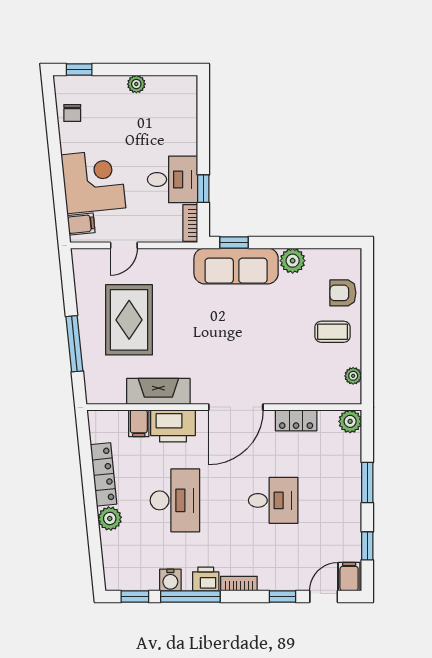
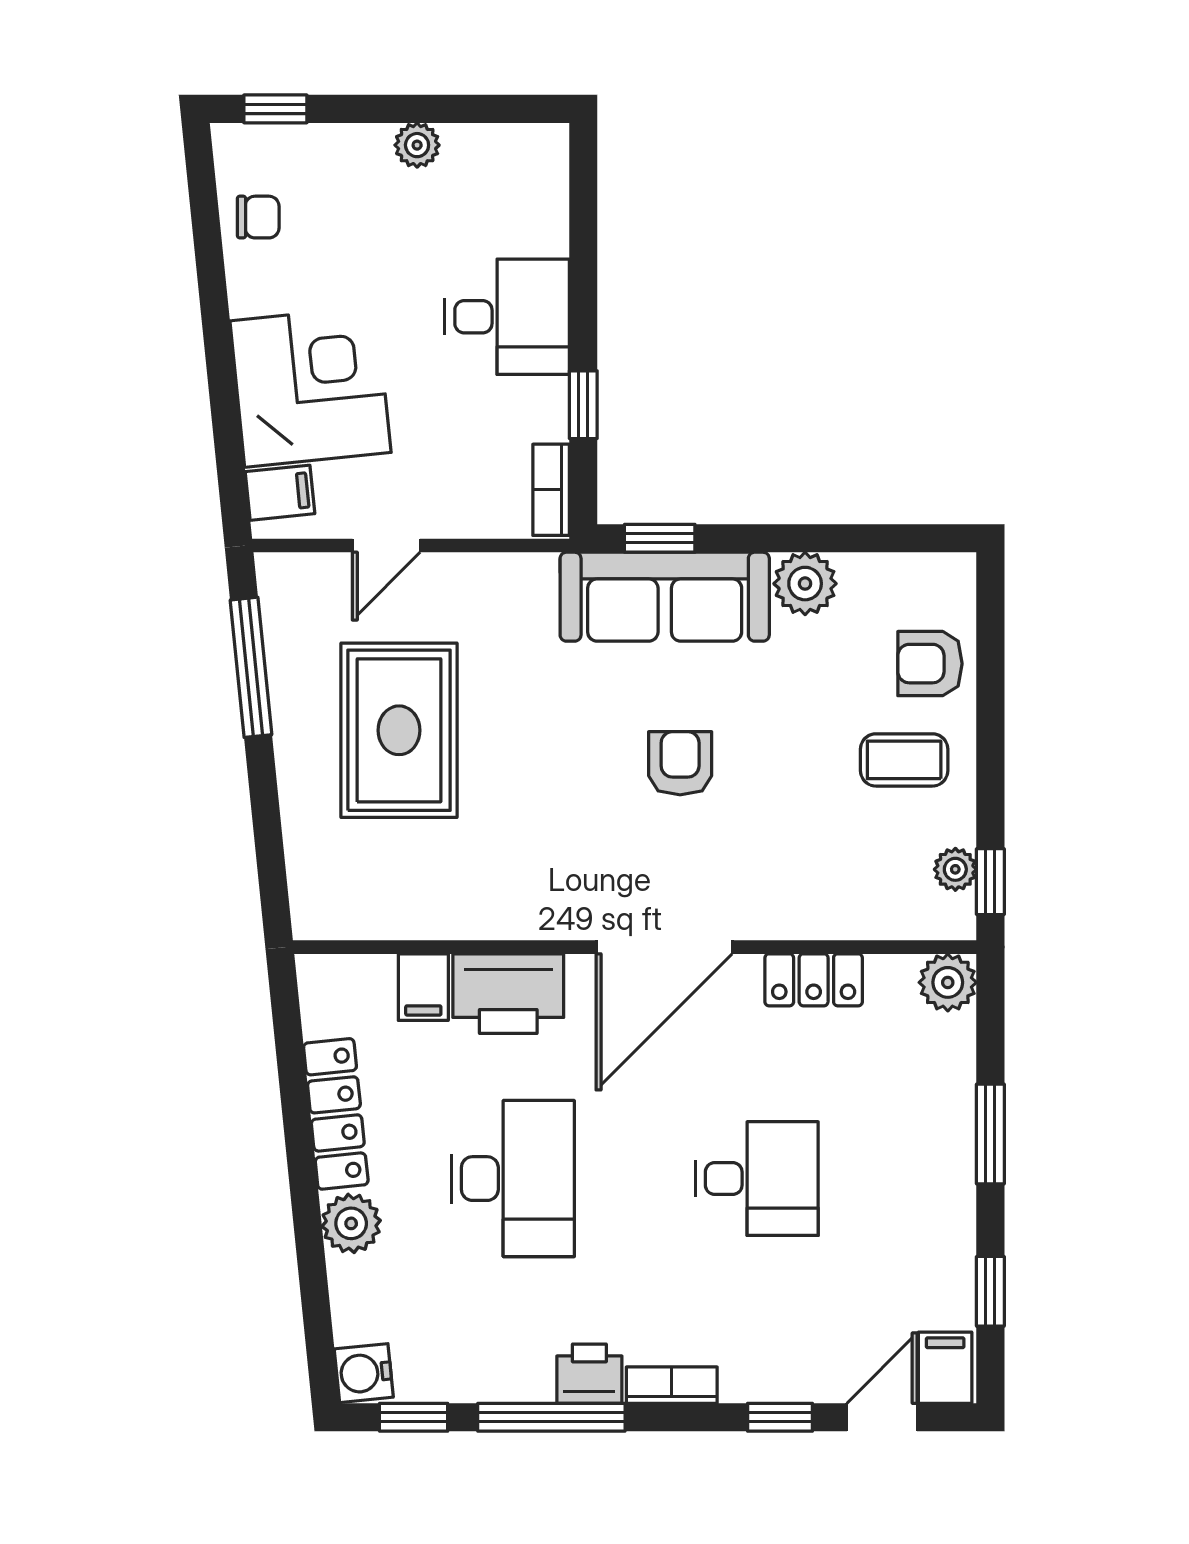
chair: (72, 113) -> (258, 217), turned -90
desk: (173, 179) -> (507, 317), moved
armchair: (242, 333) -> (680, 763), added
window: (74, 344) -> (251, 667), moved
window: (367, 381) -> (990, 882), added
fireplace: (158, 391) -> (472, 908), removed
water cooler: (170, 580) -> (364, 1373), moved, turned 84

